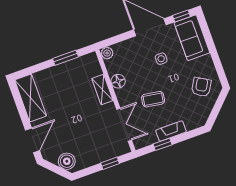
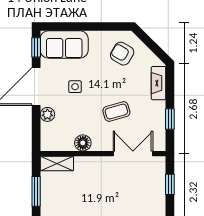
plant: (107, 53) -> (47, 114), moved
shelving: (102, 90) -> (57, 163), moved
coffee table: (153, 99) -> (116, 112), turned 65
fireplace: (171, 131) -> (159, 83), moved

